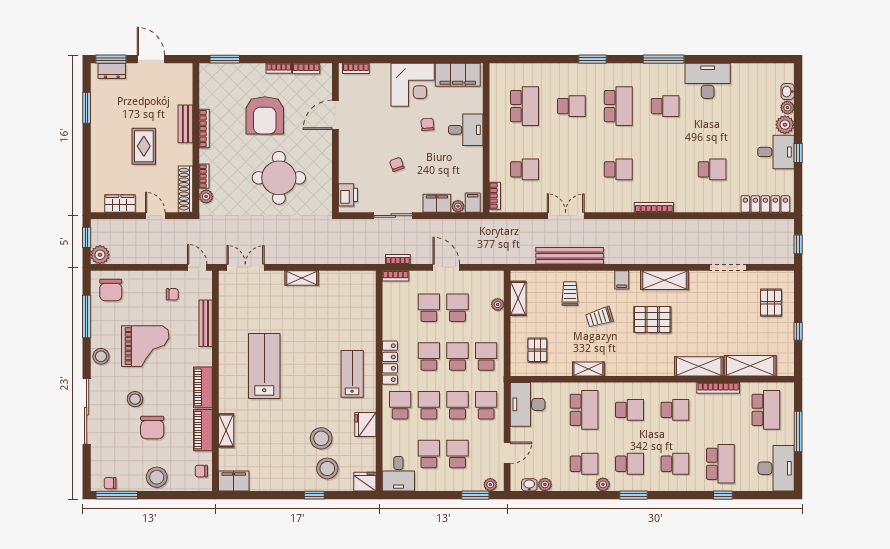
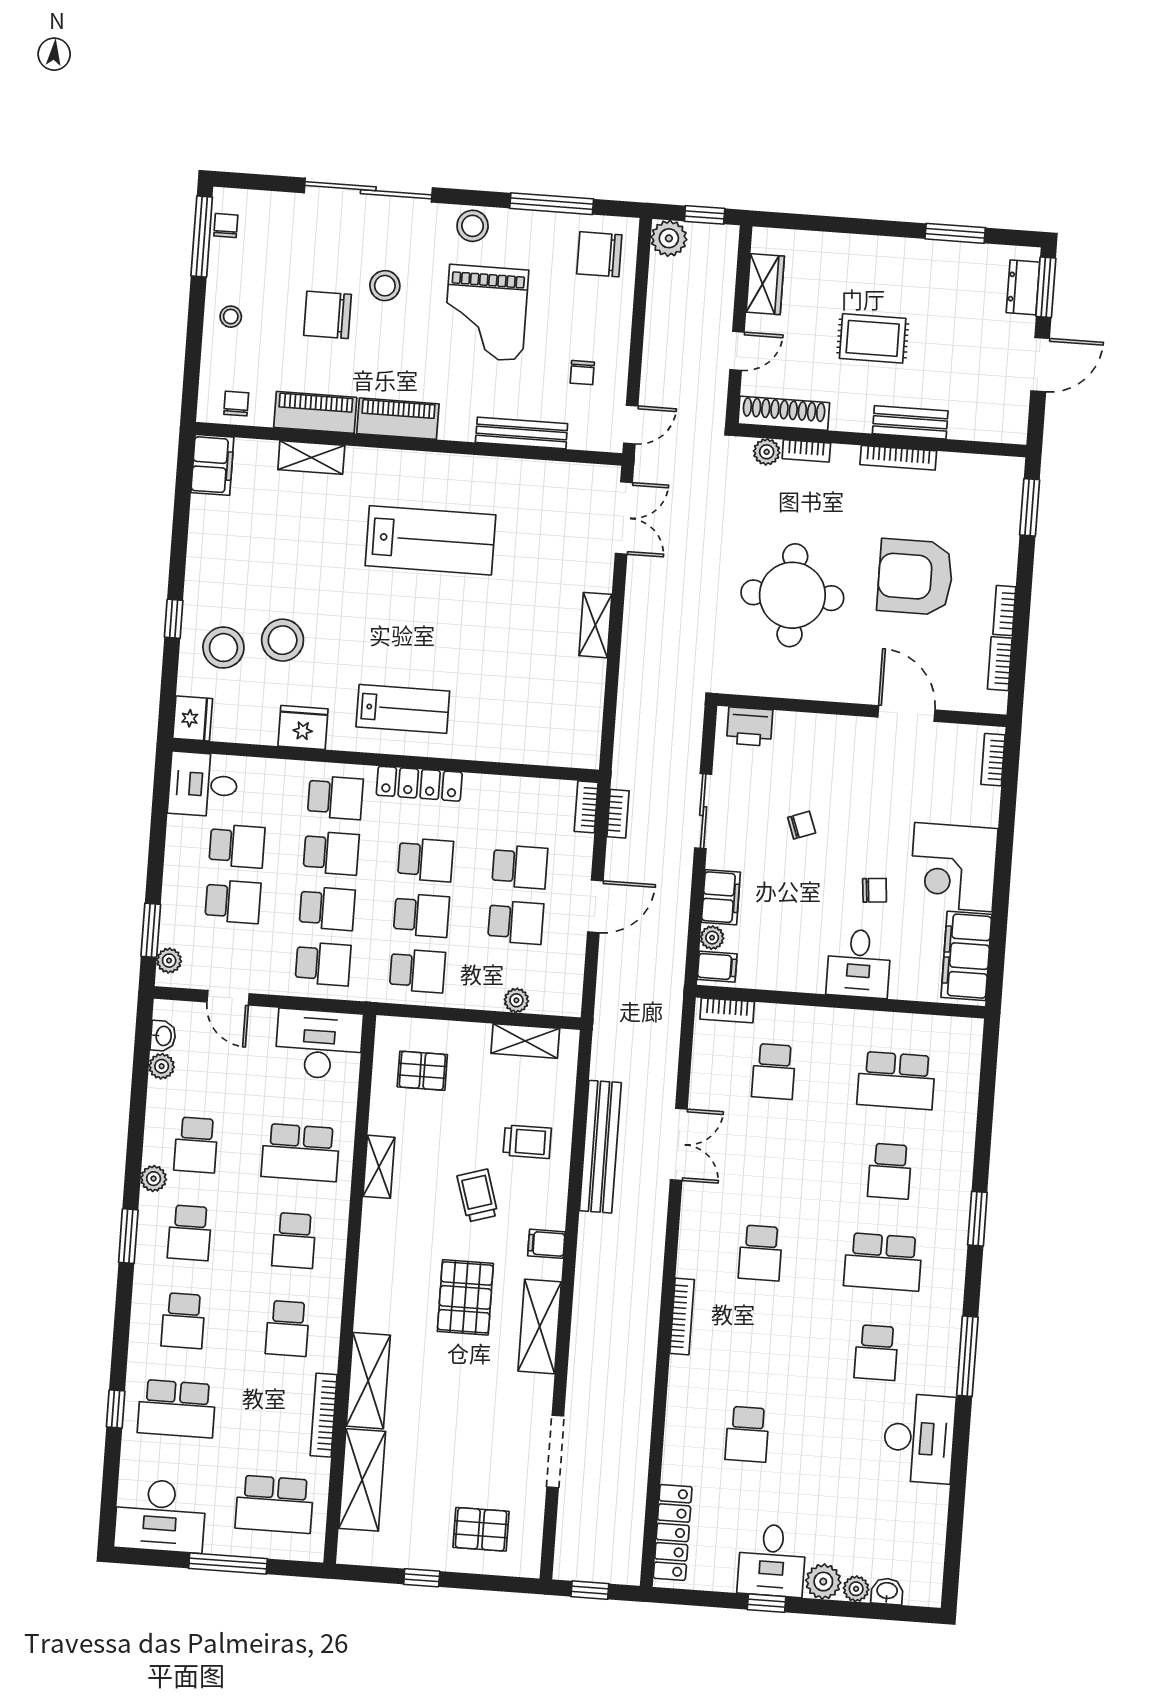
stool: (157, 477) -> (231, 317), width x0.53, depth x0.53

